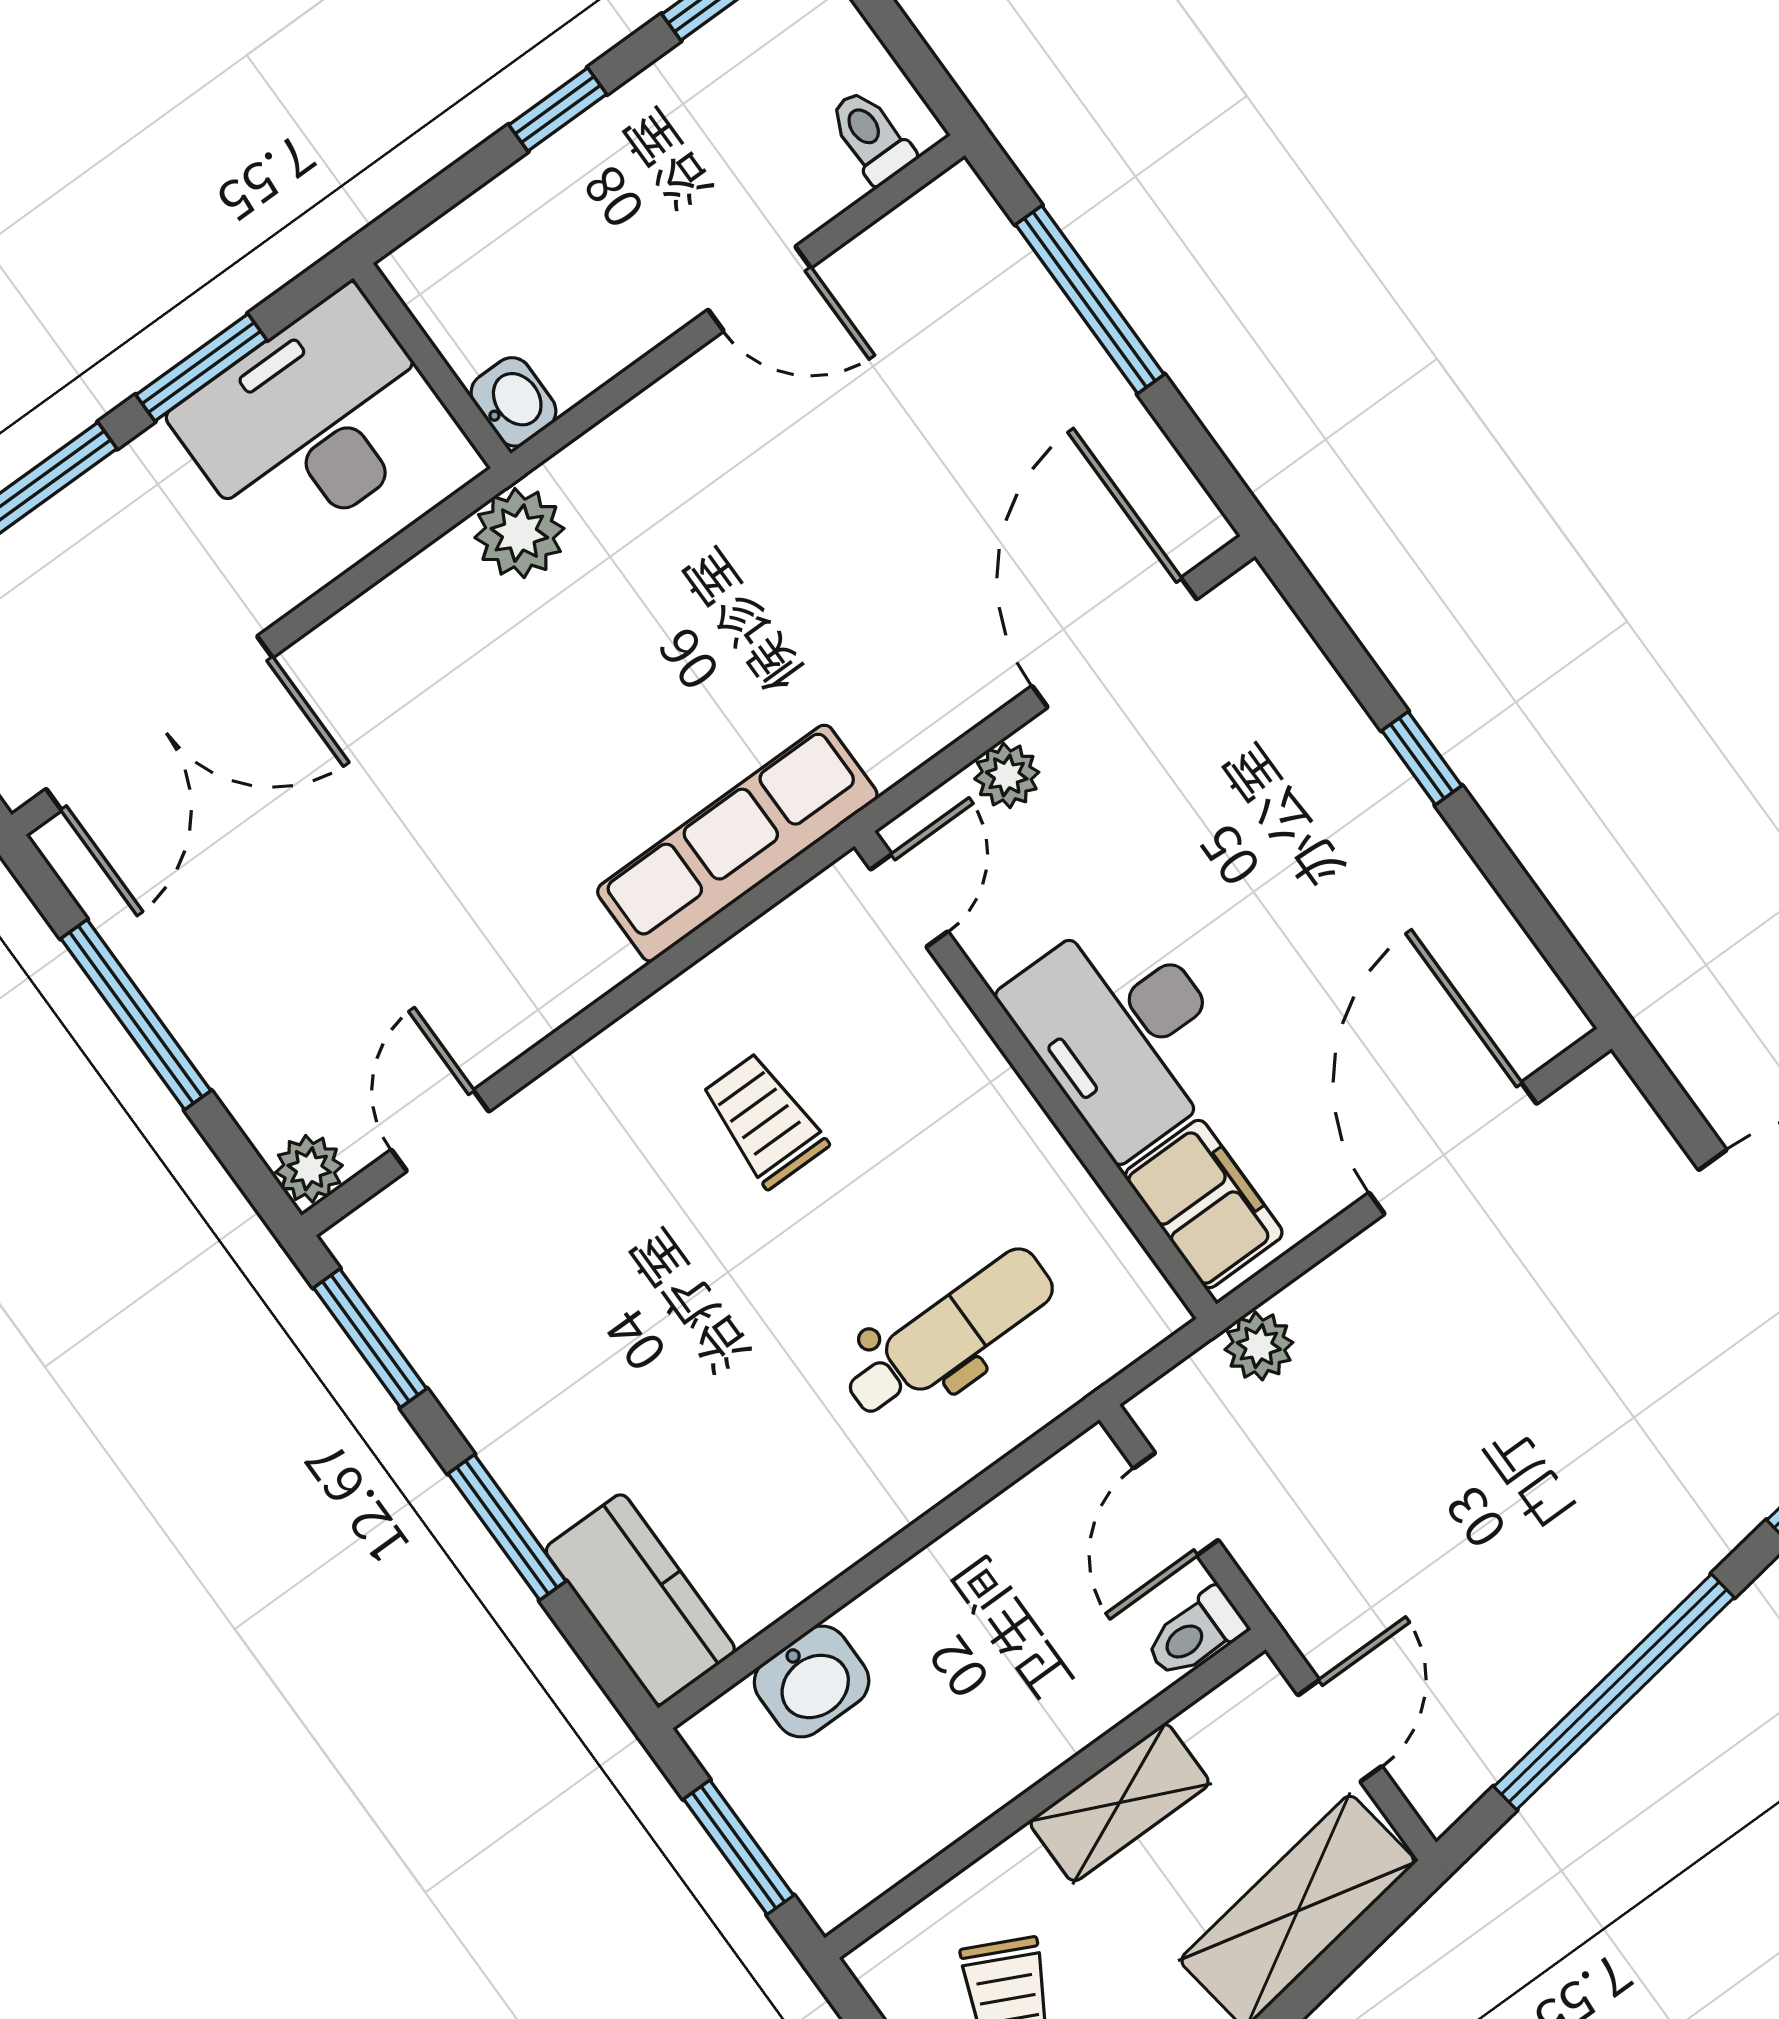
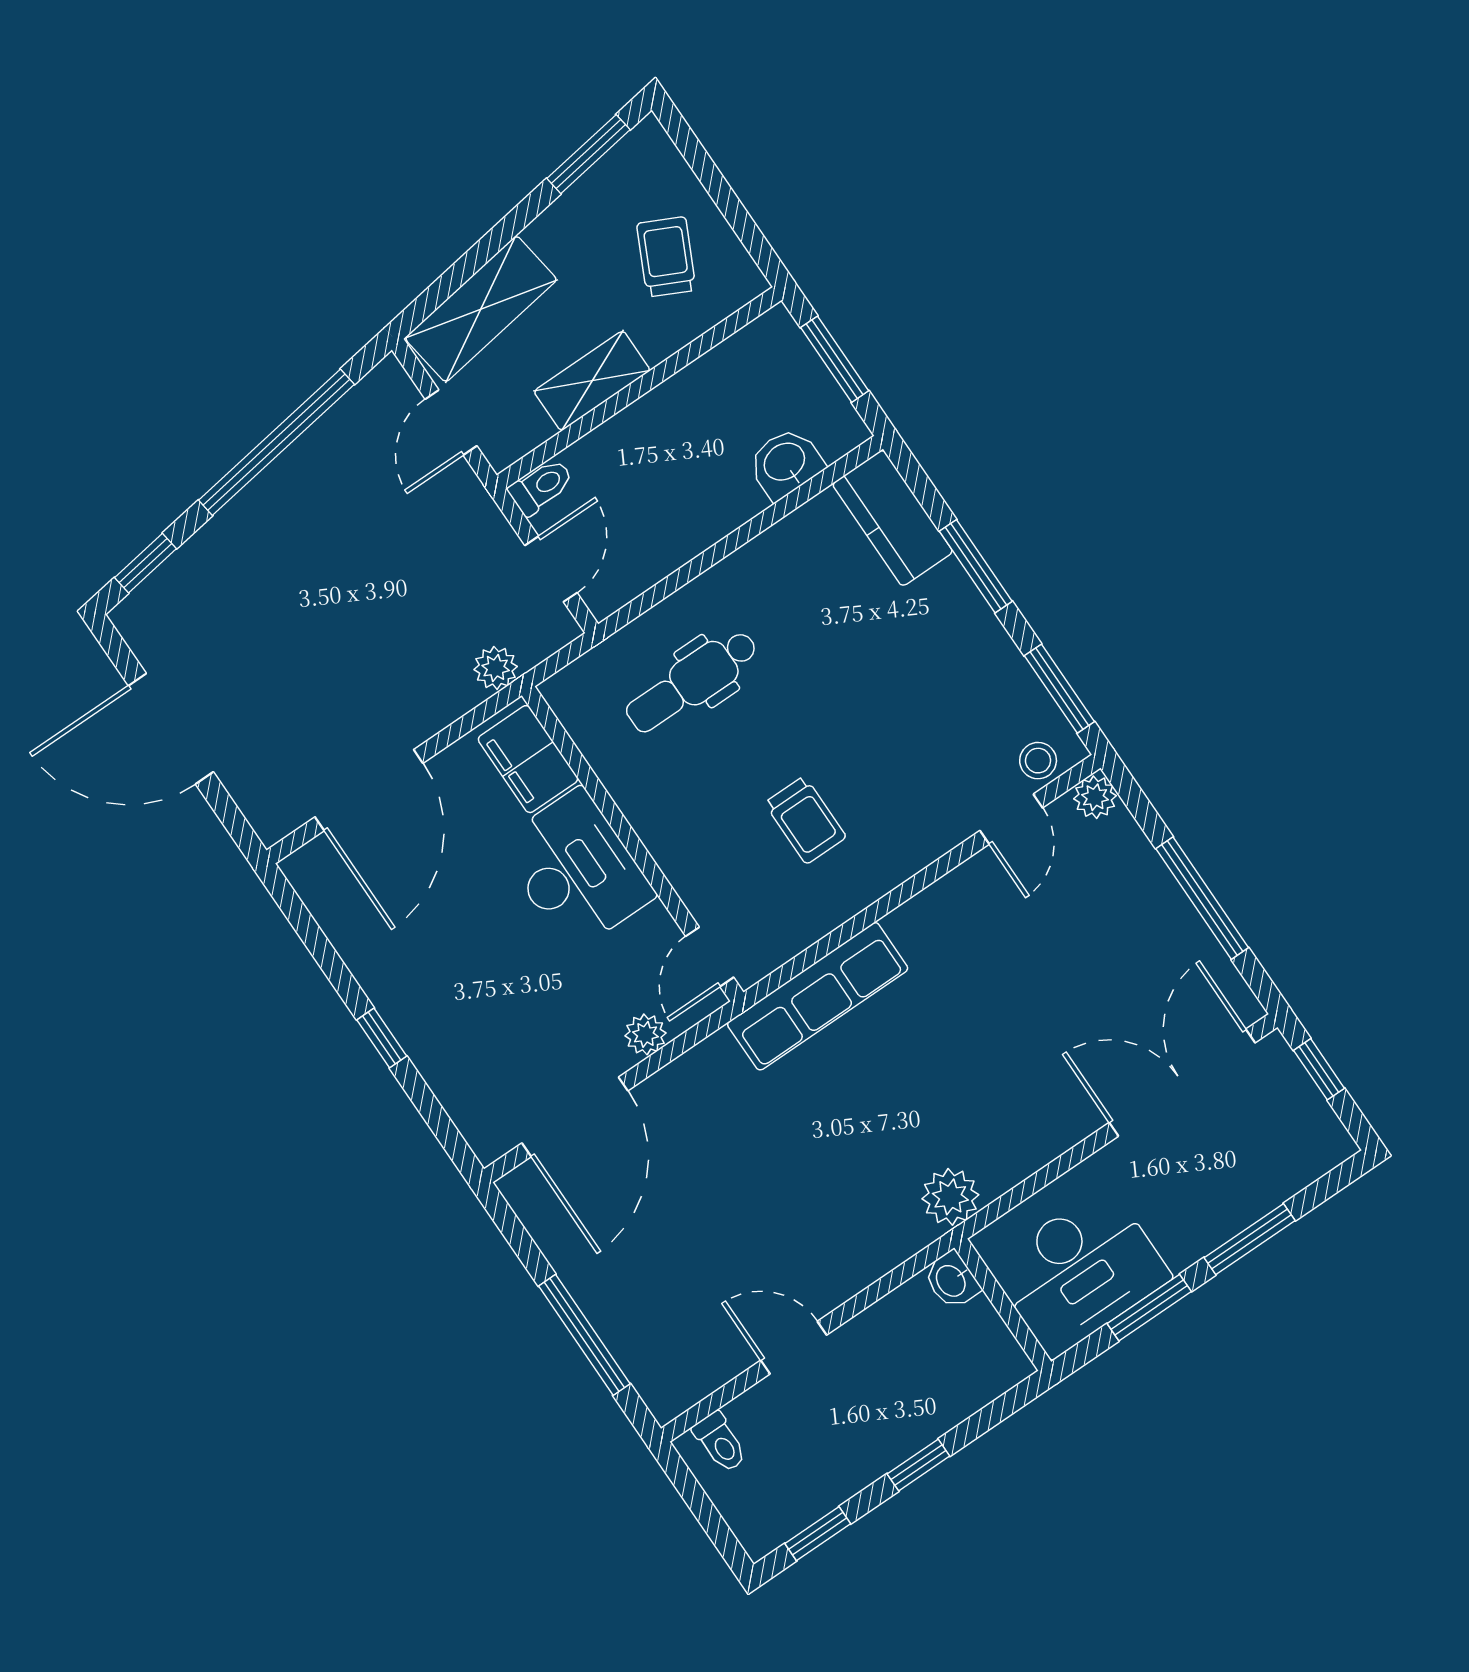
stool: (400, 1224) -> (1038, 761), added

